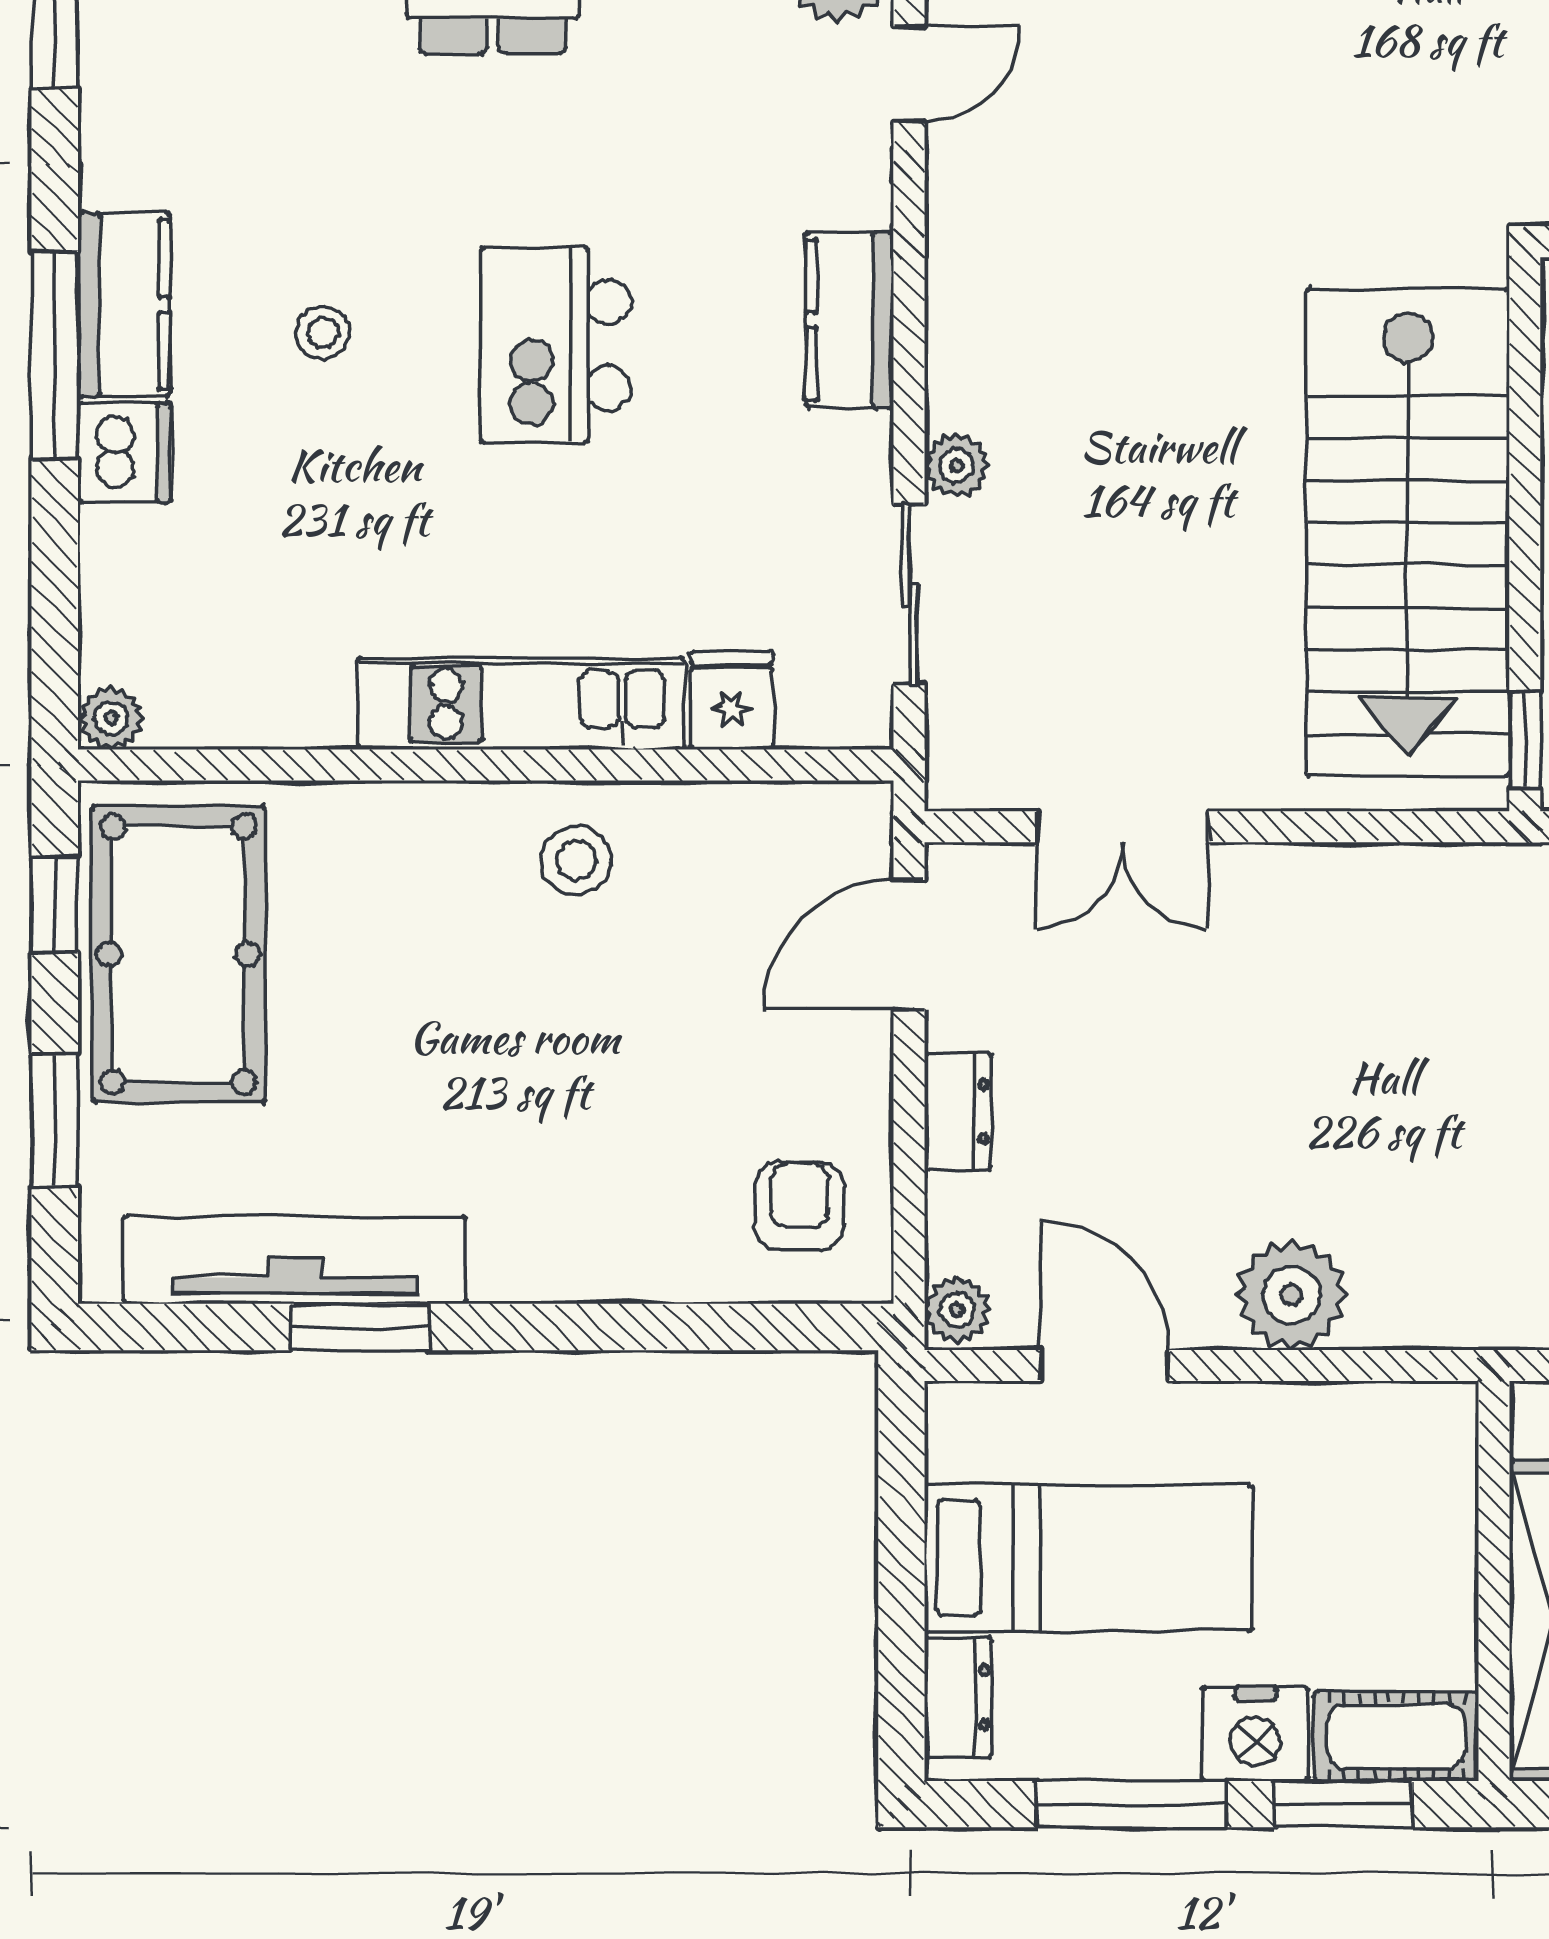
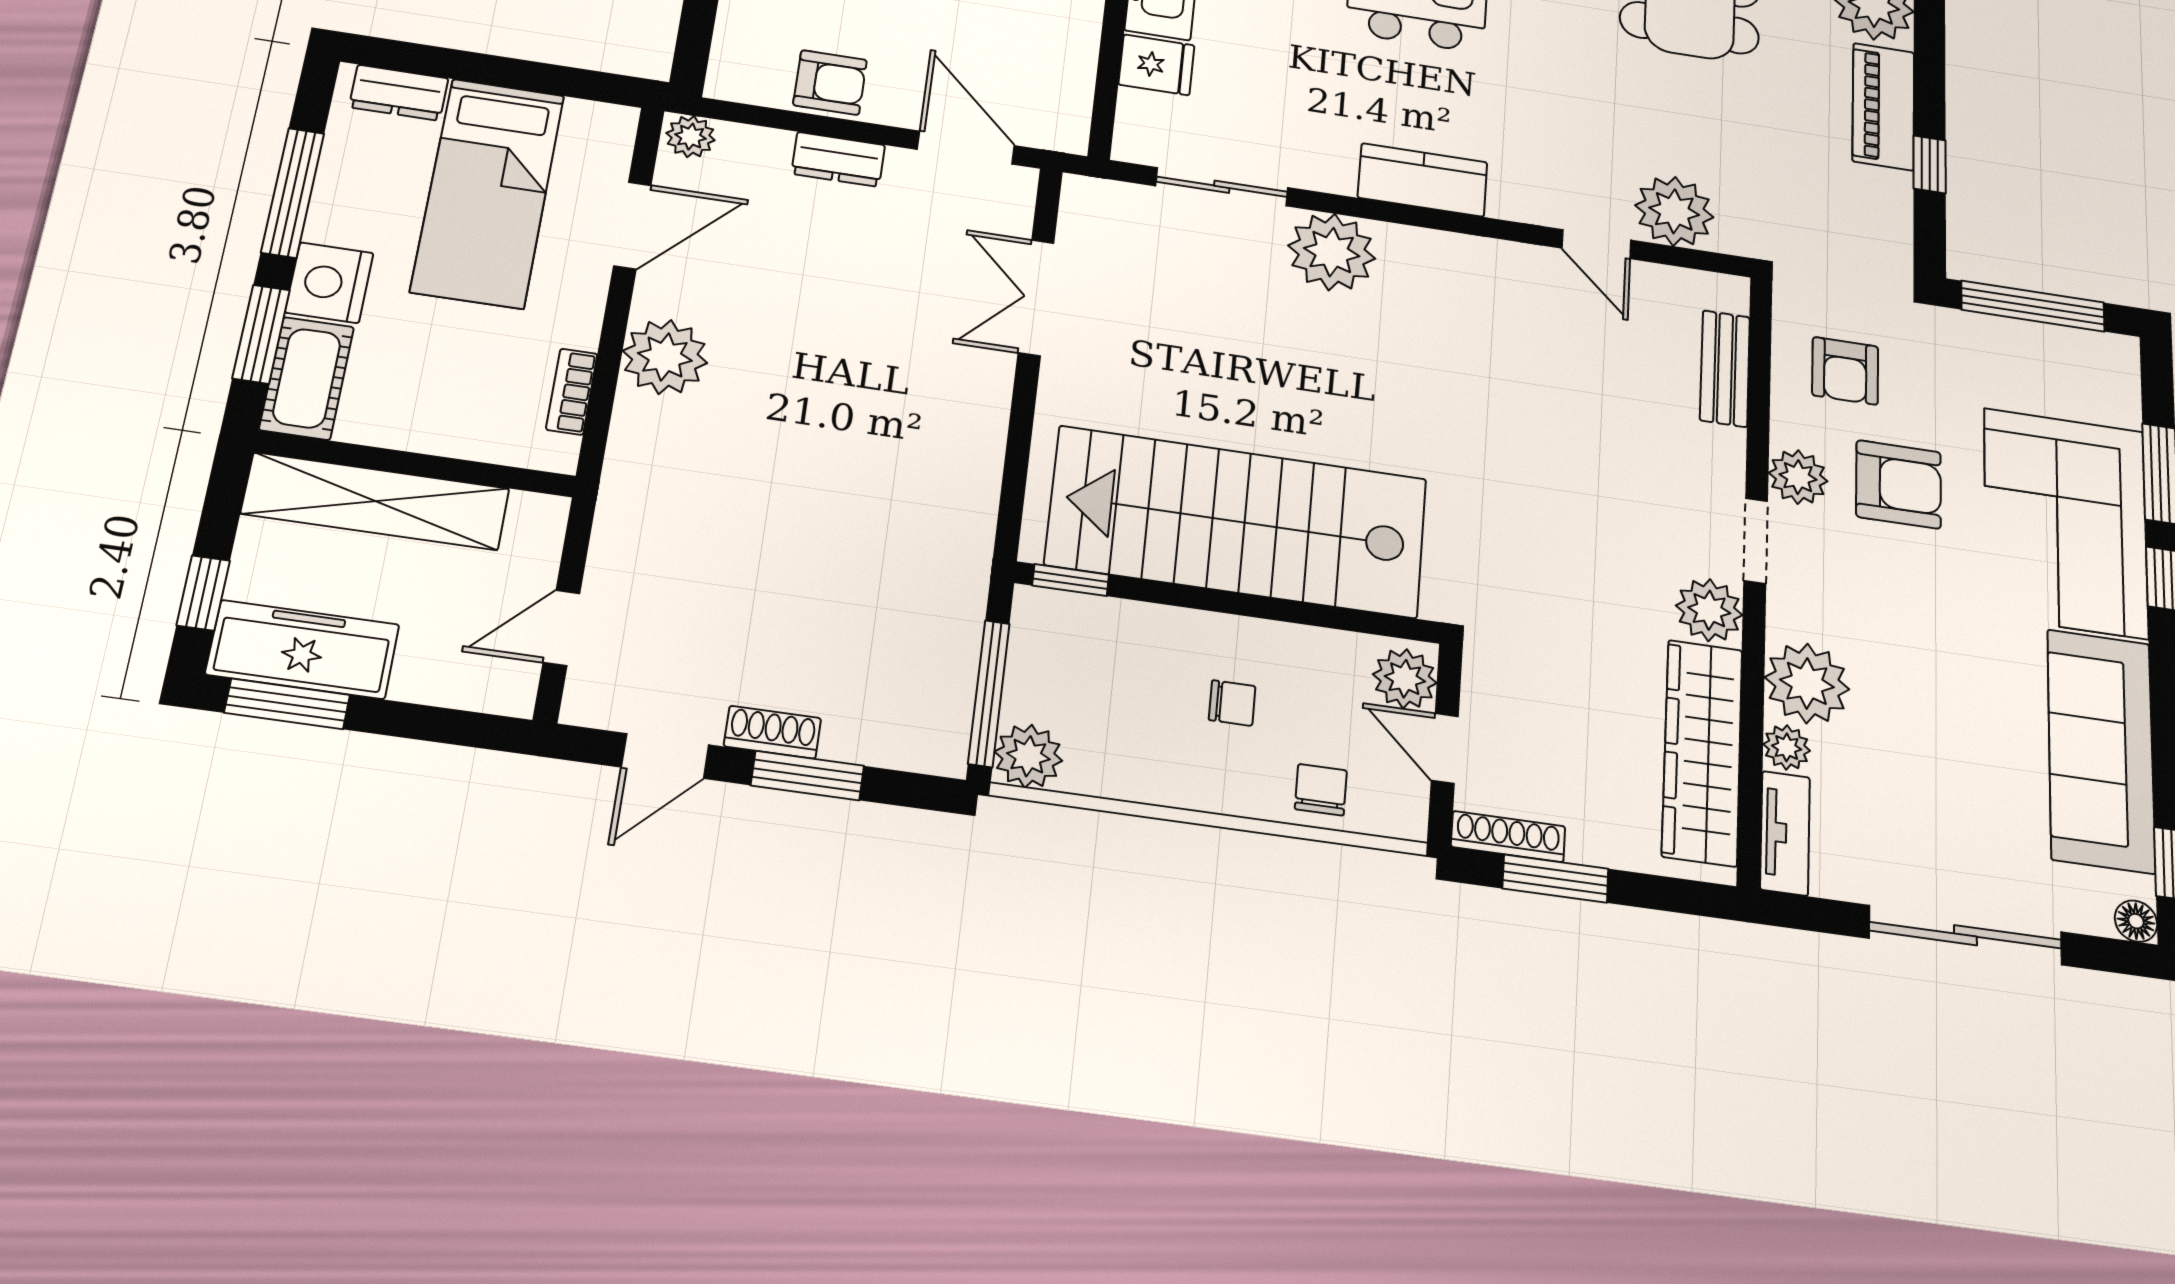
plant: (957, 465) -> (1332, 252), width x1.87, depth x1.87
armchair: (799, 1206) -> (830, 83), moved
bookcase: (1361, 1405) -> (572, 392), added

